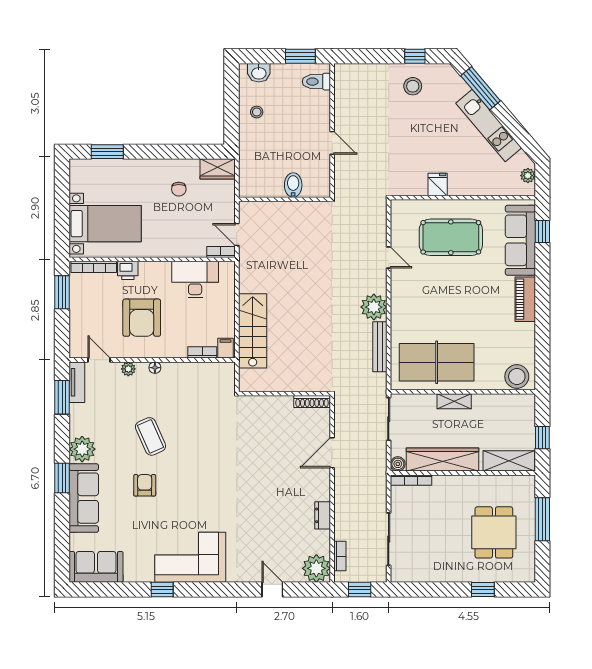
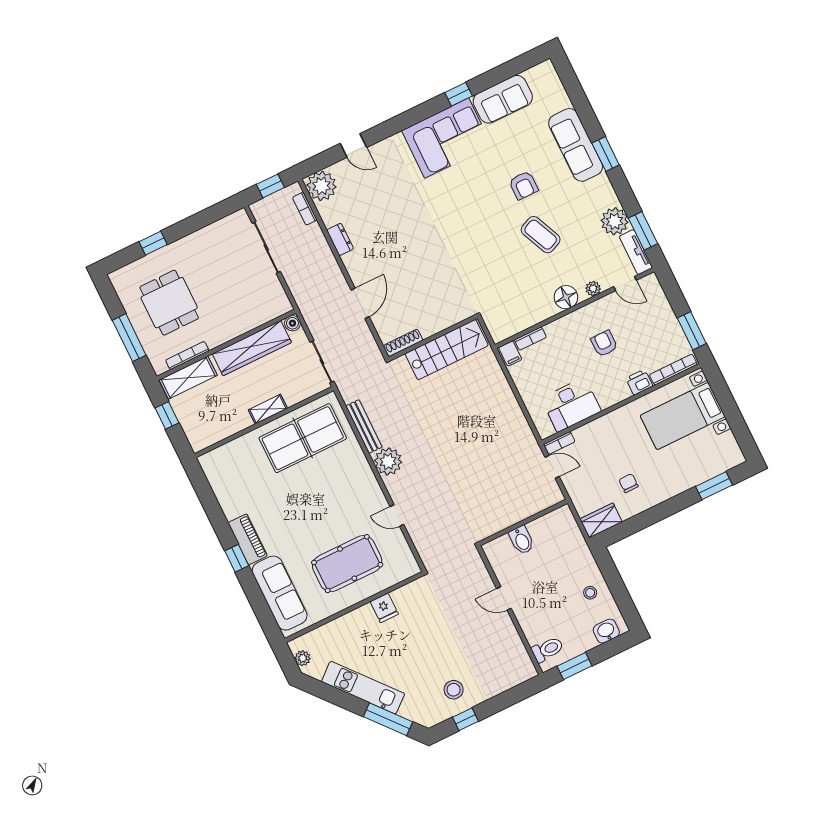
window: (542, 232) -> (237, 558), moved
armchair: (142, 318) -> (604, 344), width x0.53, depth x0.53
stairs: (253, 331) -> (447, 350), moved, turned -90
floor lamp: (155, 368) -> (566, 297), width x1.89, depth x1.89
stool: (517, 377) -> (220, 462), removed
plant: (82, 449) -> (615, 221), moved
bookcase: (411, 480) -> (187, 356), moved
sofa: (96, 567) -> (503, 99), moved

